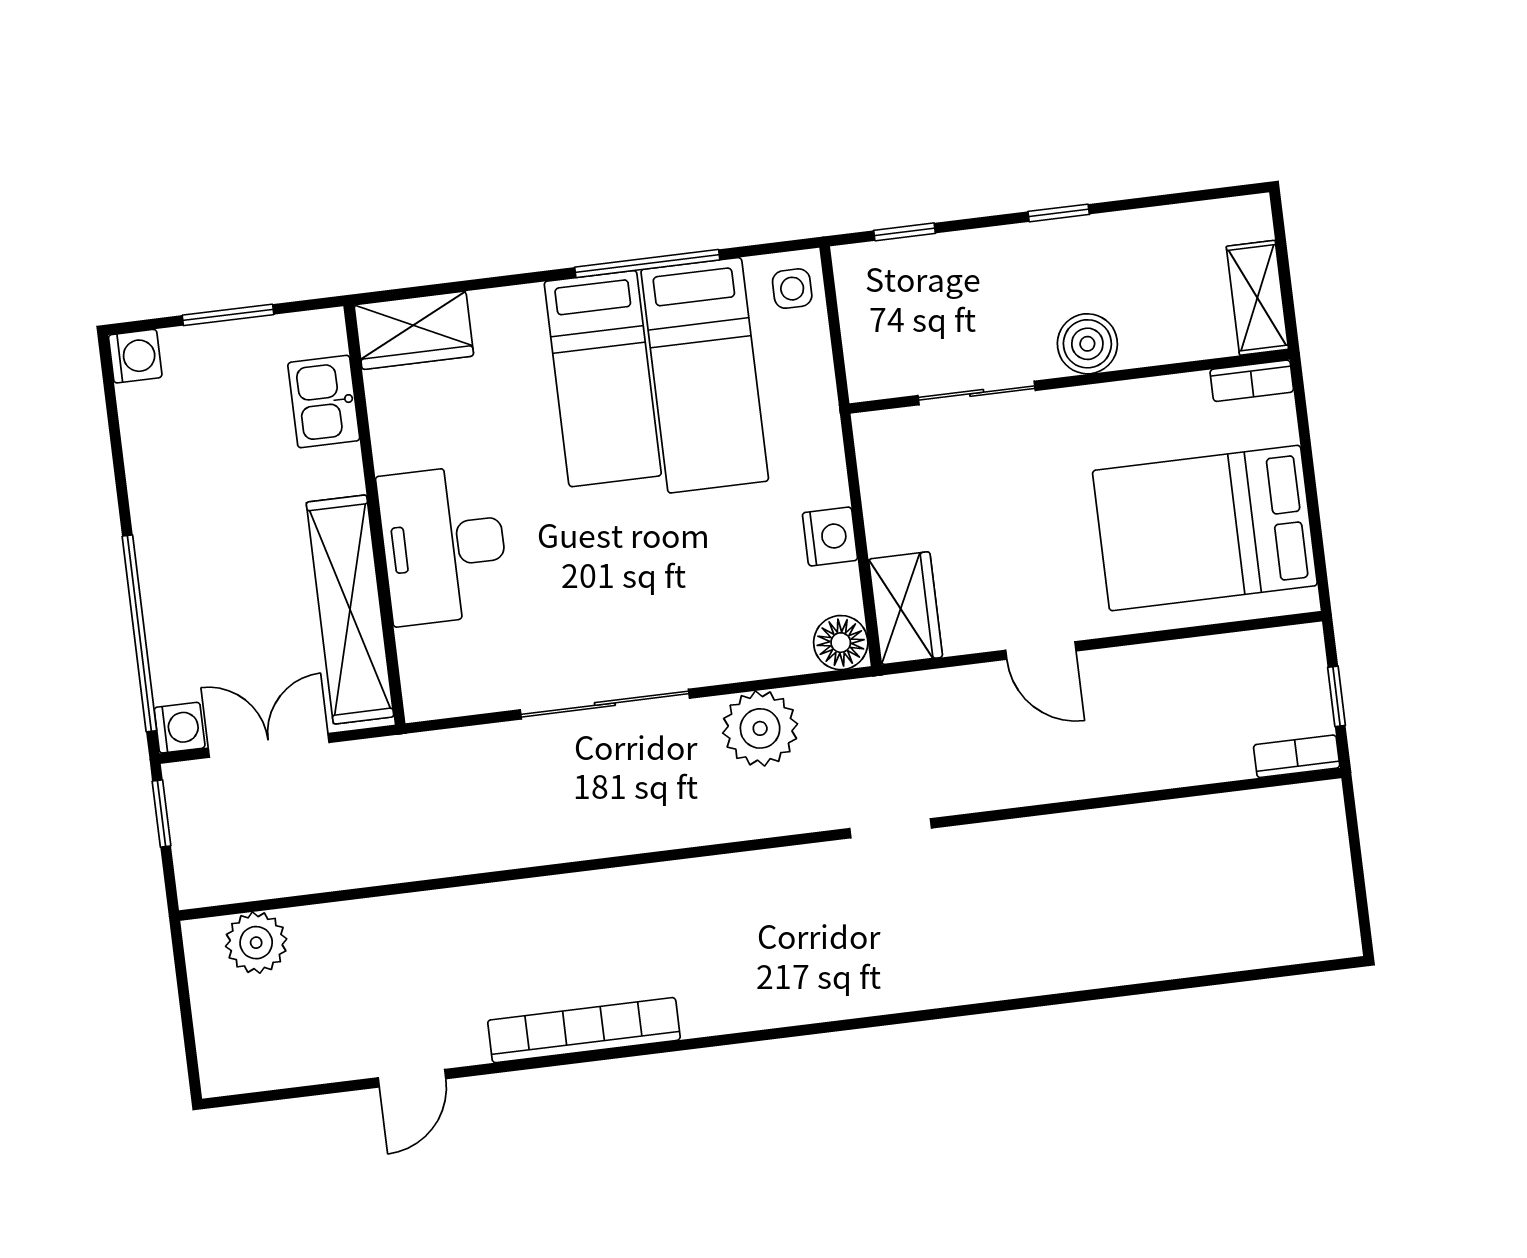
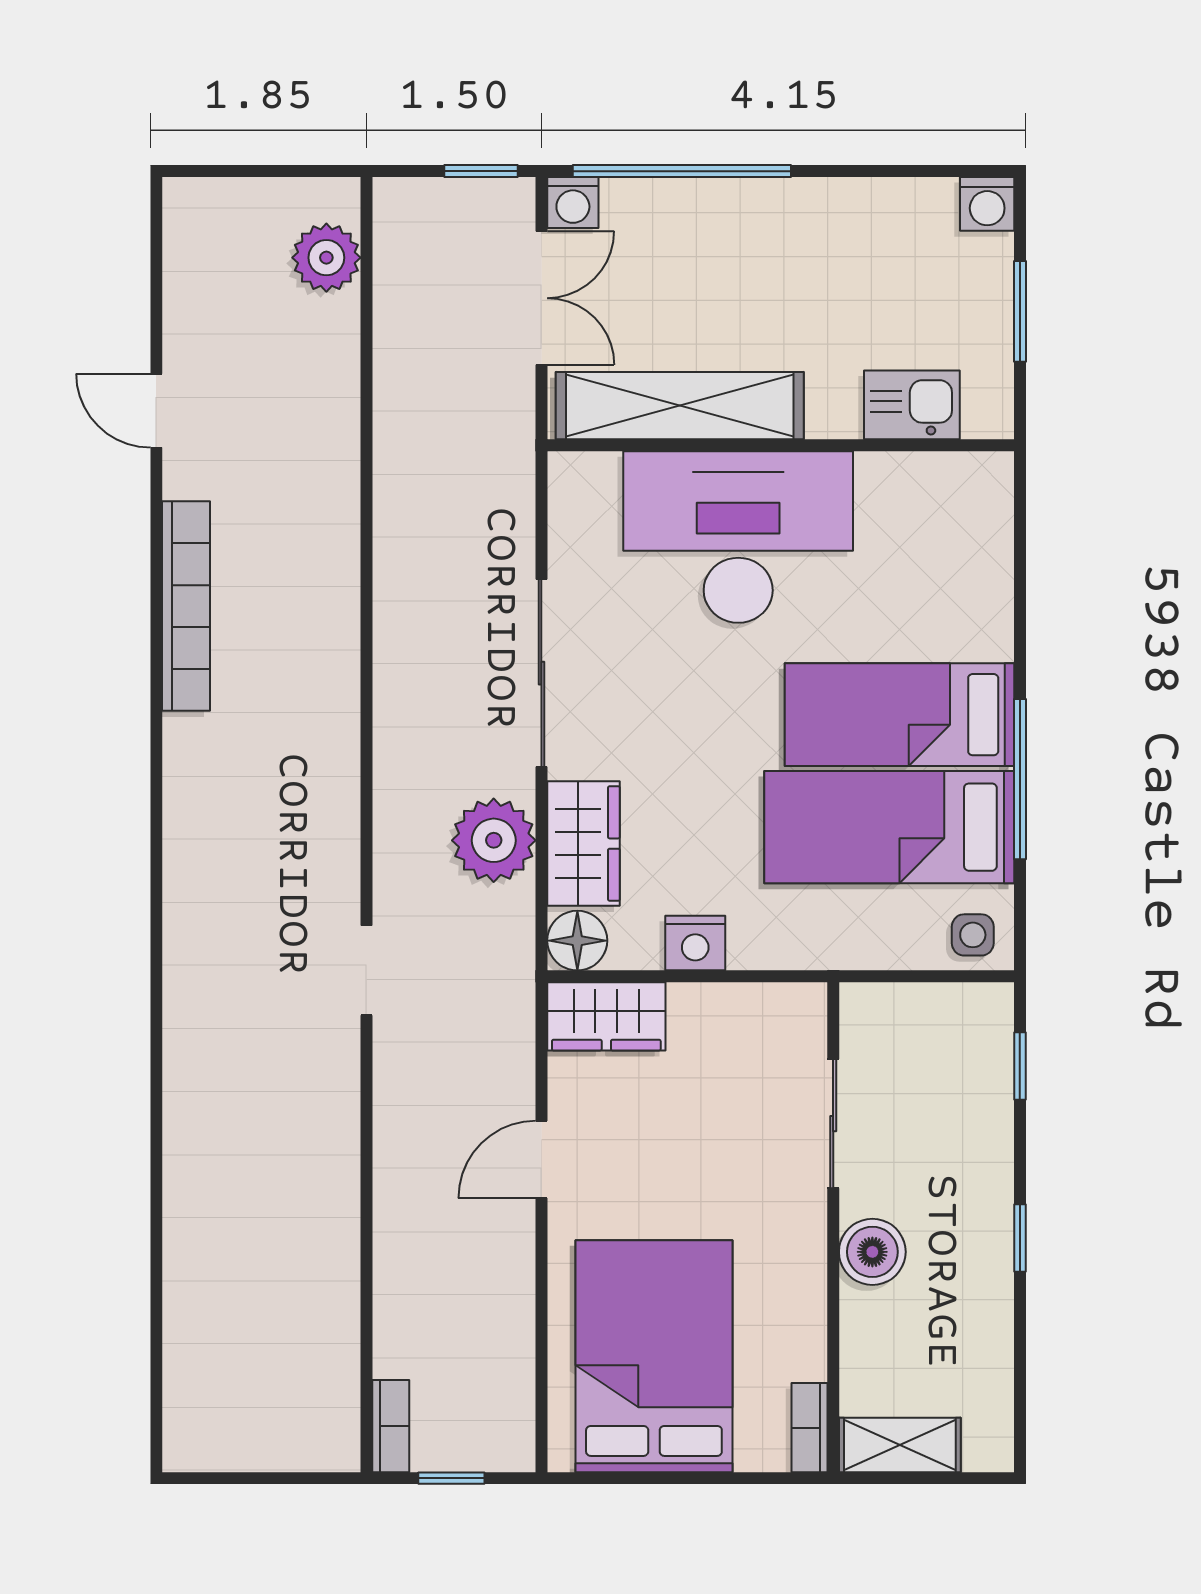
wardrobe: (414, 330) -> (584, 844), moved, turned 180
desk: (444, 545) -> (738, 537), width x1.36, depth x1.30

